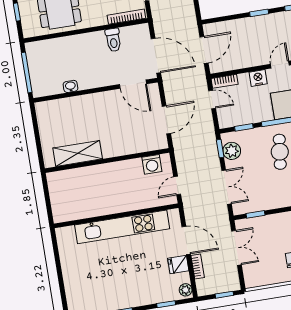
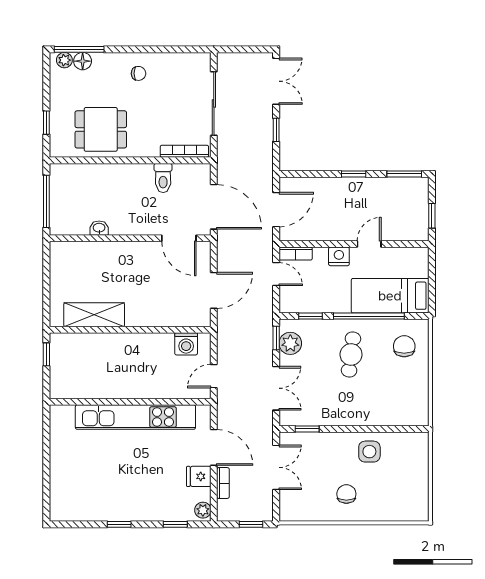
window: (46, 190) -> (46, 354), added

